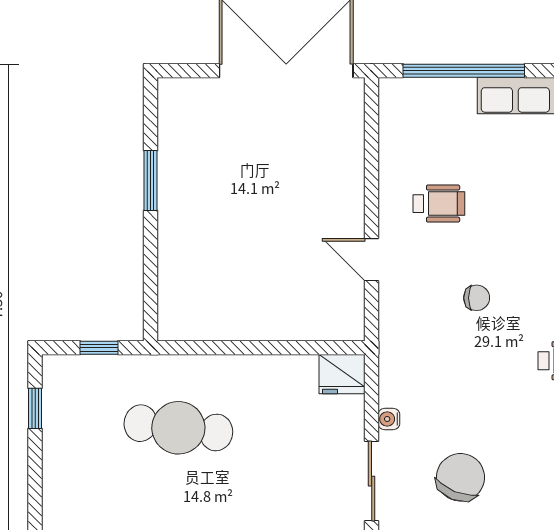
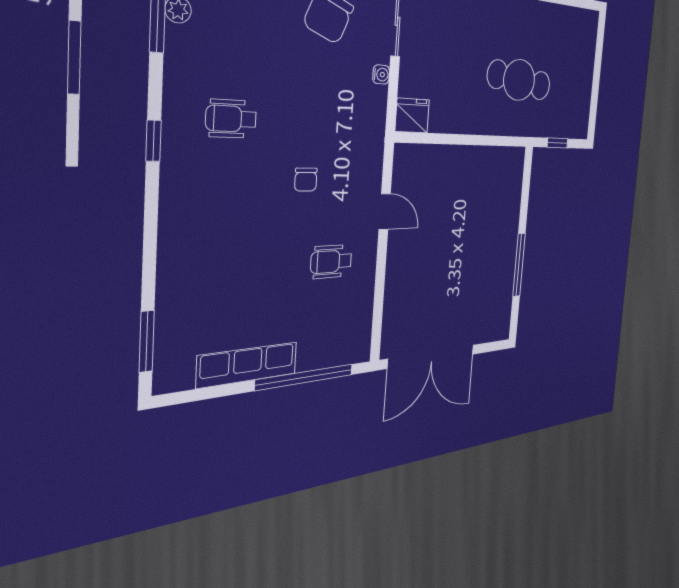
window: (151, 181) -> (519, 265), width x1.44
chair: (477, 298) -> (306, 180), turned -90
window: (35, 408) -> (594, 101), removed

